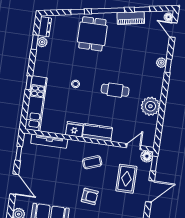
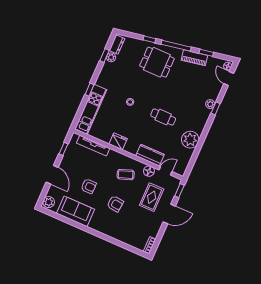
dining table: (92, 34) -> (157, 62), turned 90
kitchen counter: (97, 132) -> (150, 155), moved
floor lamp: (147, 156) -> (149, 171), moved
armchair: (56, 186) -> (89, 186), added

